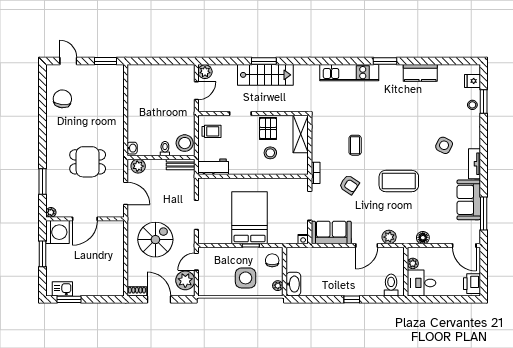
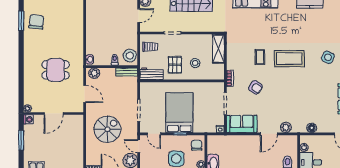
pallet: (268, 128) -> (175, 65), moved
window: (43, 181) -> (21, 21), moved
coffee table: (399, 181) -> (289, 59), moved
washing machine: (57, 232) -> (28, 119), width x0.53, depth x0.53
door: (216, 246) -> (154, 134), added
door: (196, 262) -> (139, 146), hinge flipped

